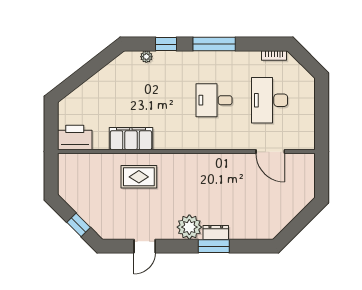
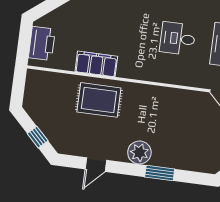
printer: (75, 138) -> (42, 43), moved, turned 90
rug: (139, 177) -> (99, 100), width x1.36, depth x1.43
dresser: (216, 232) -> (163, 161), removed

